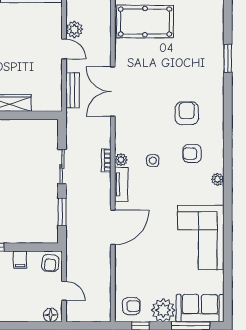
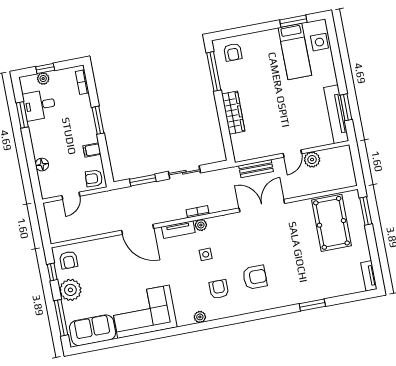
sofa: (200, 308) -> (93, 330), moved, turned -90
floor lamp: (51, 315) -> (42, 165), moved

